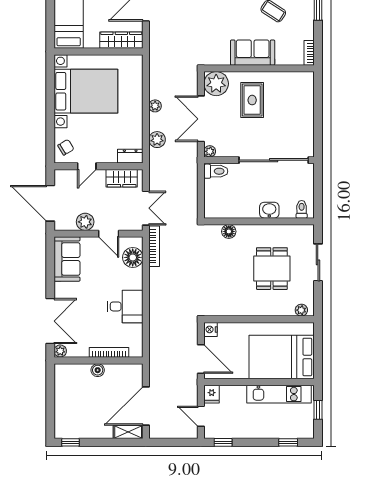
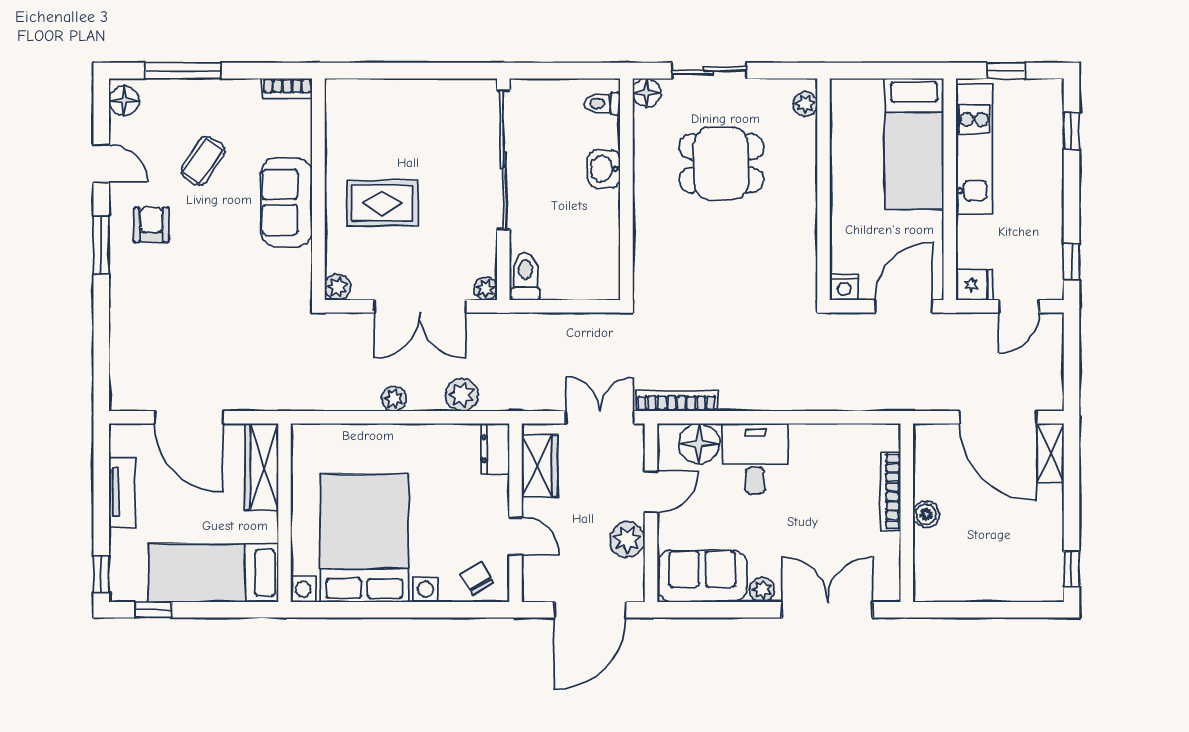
plant: (216, 84) -> (338, 287), width x0.53, depth x0.53
floor lamp: (229, 231) -> (647, 93), moved
desk: (125, 306) -> (755, 459), moved
plant: (60, 351) -> (762, 590), moved
bed: (282, 357) -> (914, 144), width x0.67

